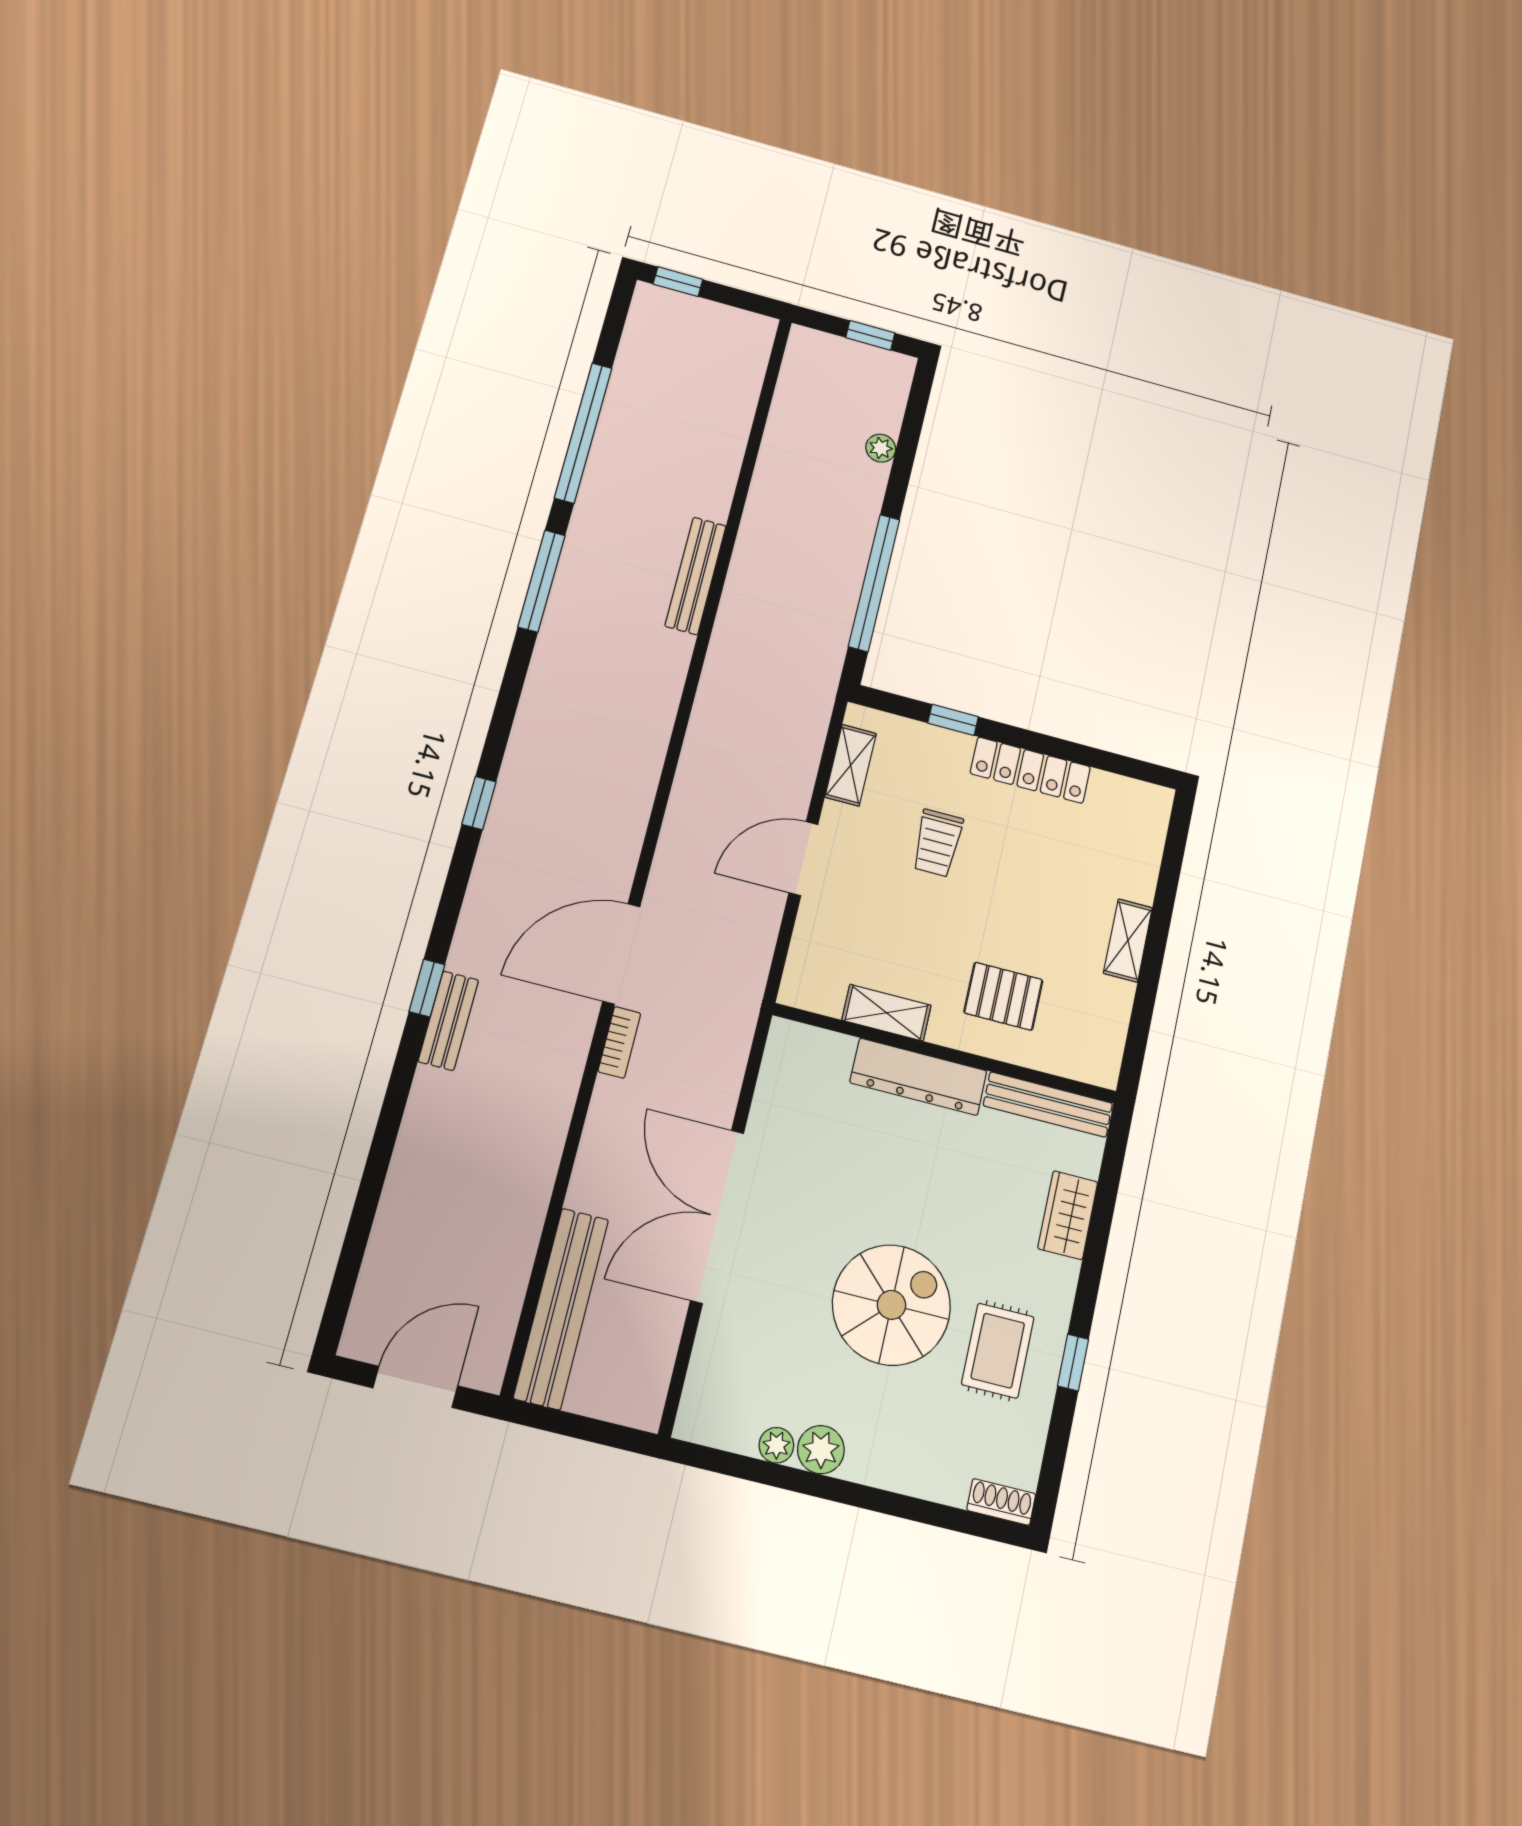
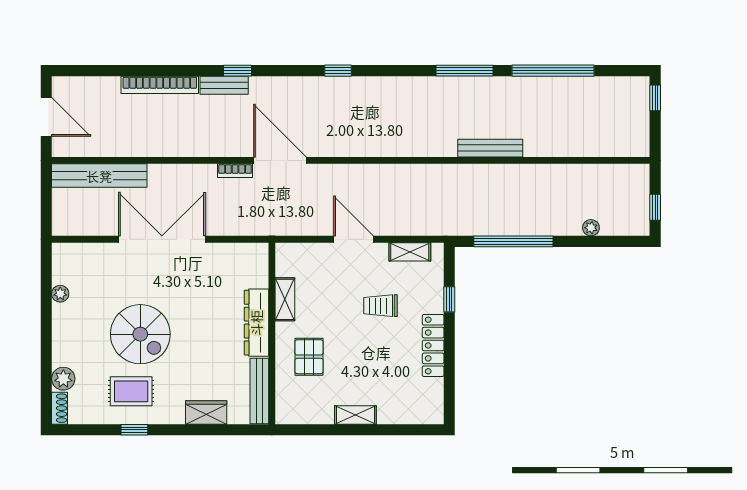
bookcase: (413, 1144) -> (160, 85), added
plant: (821, 1450) -> (63, 379), moved

